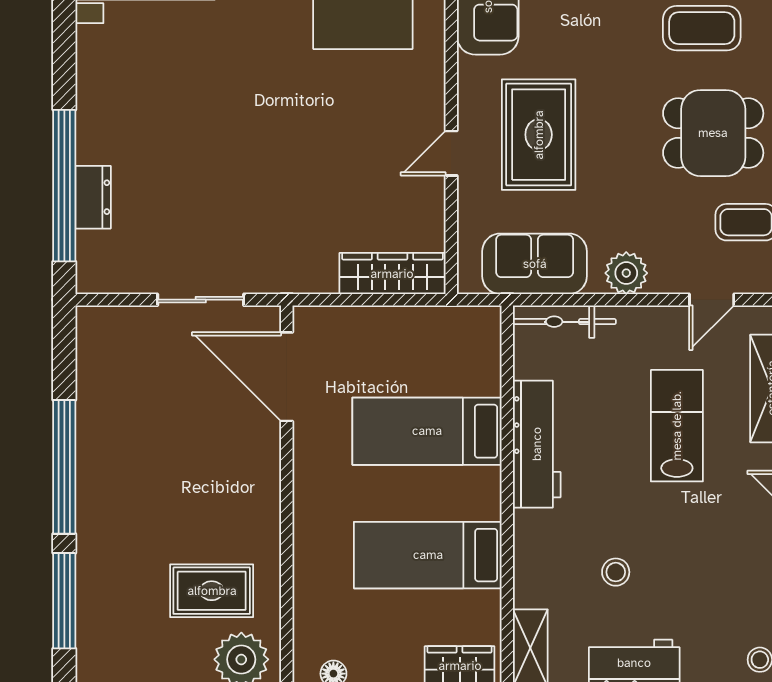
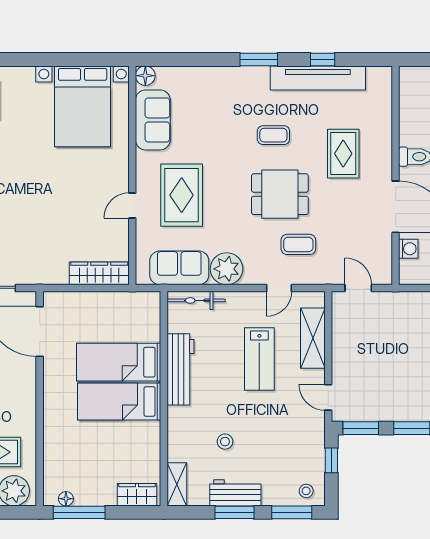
coffee table: (702, 28) -> (273, 135), width x0.73, depth x0.77
plant: (626, 273) -> (227, 269), width x1.36, depth x1.36
lab bench: (677, 426) -> (259, 359), turned 180
bed: (428, 555) -> (119, 401), moved

